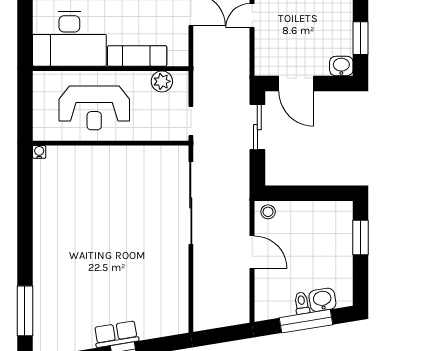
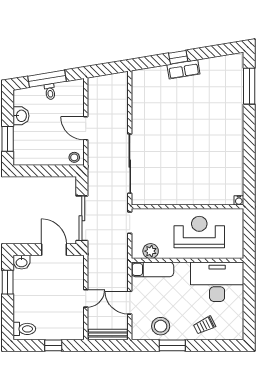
exam couch: (137, 56) -> (153, 269), moved
sliding door: (257, 127) -> (82, 218), width x1.37
washbasin: (322, 300) -> (21, 116), moved, turned -81

